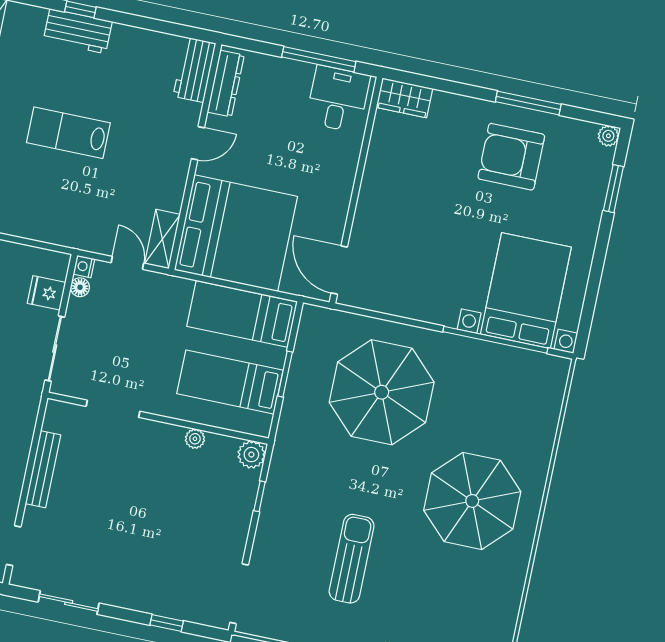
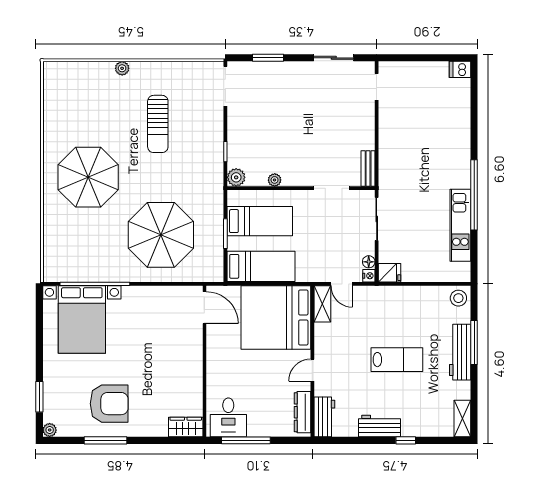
workbench: (78, 31) -> (380, 426), moved
fridge: (46, 293) -> (389, 273), moved
bench: (43, 469) -> (368, 169), moved, width x0.73
window: (167, 623) -> (268, 58), width x1.50

